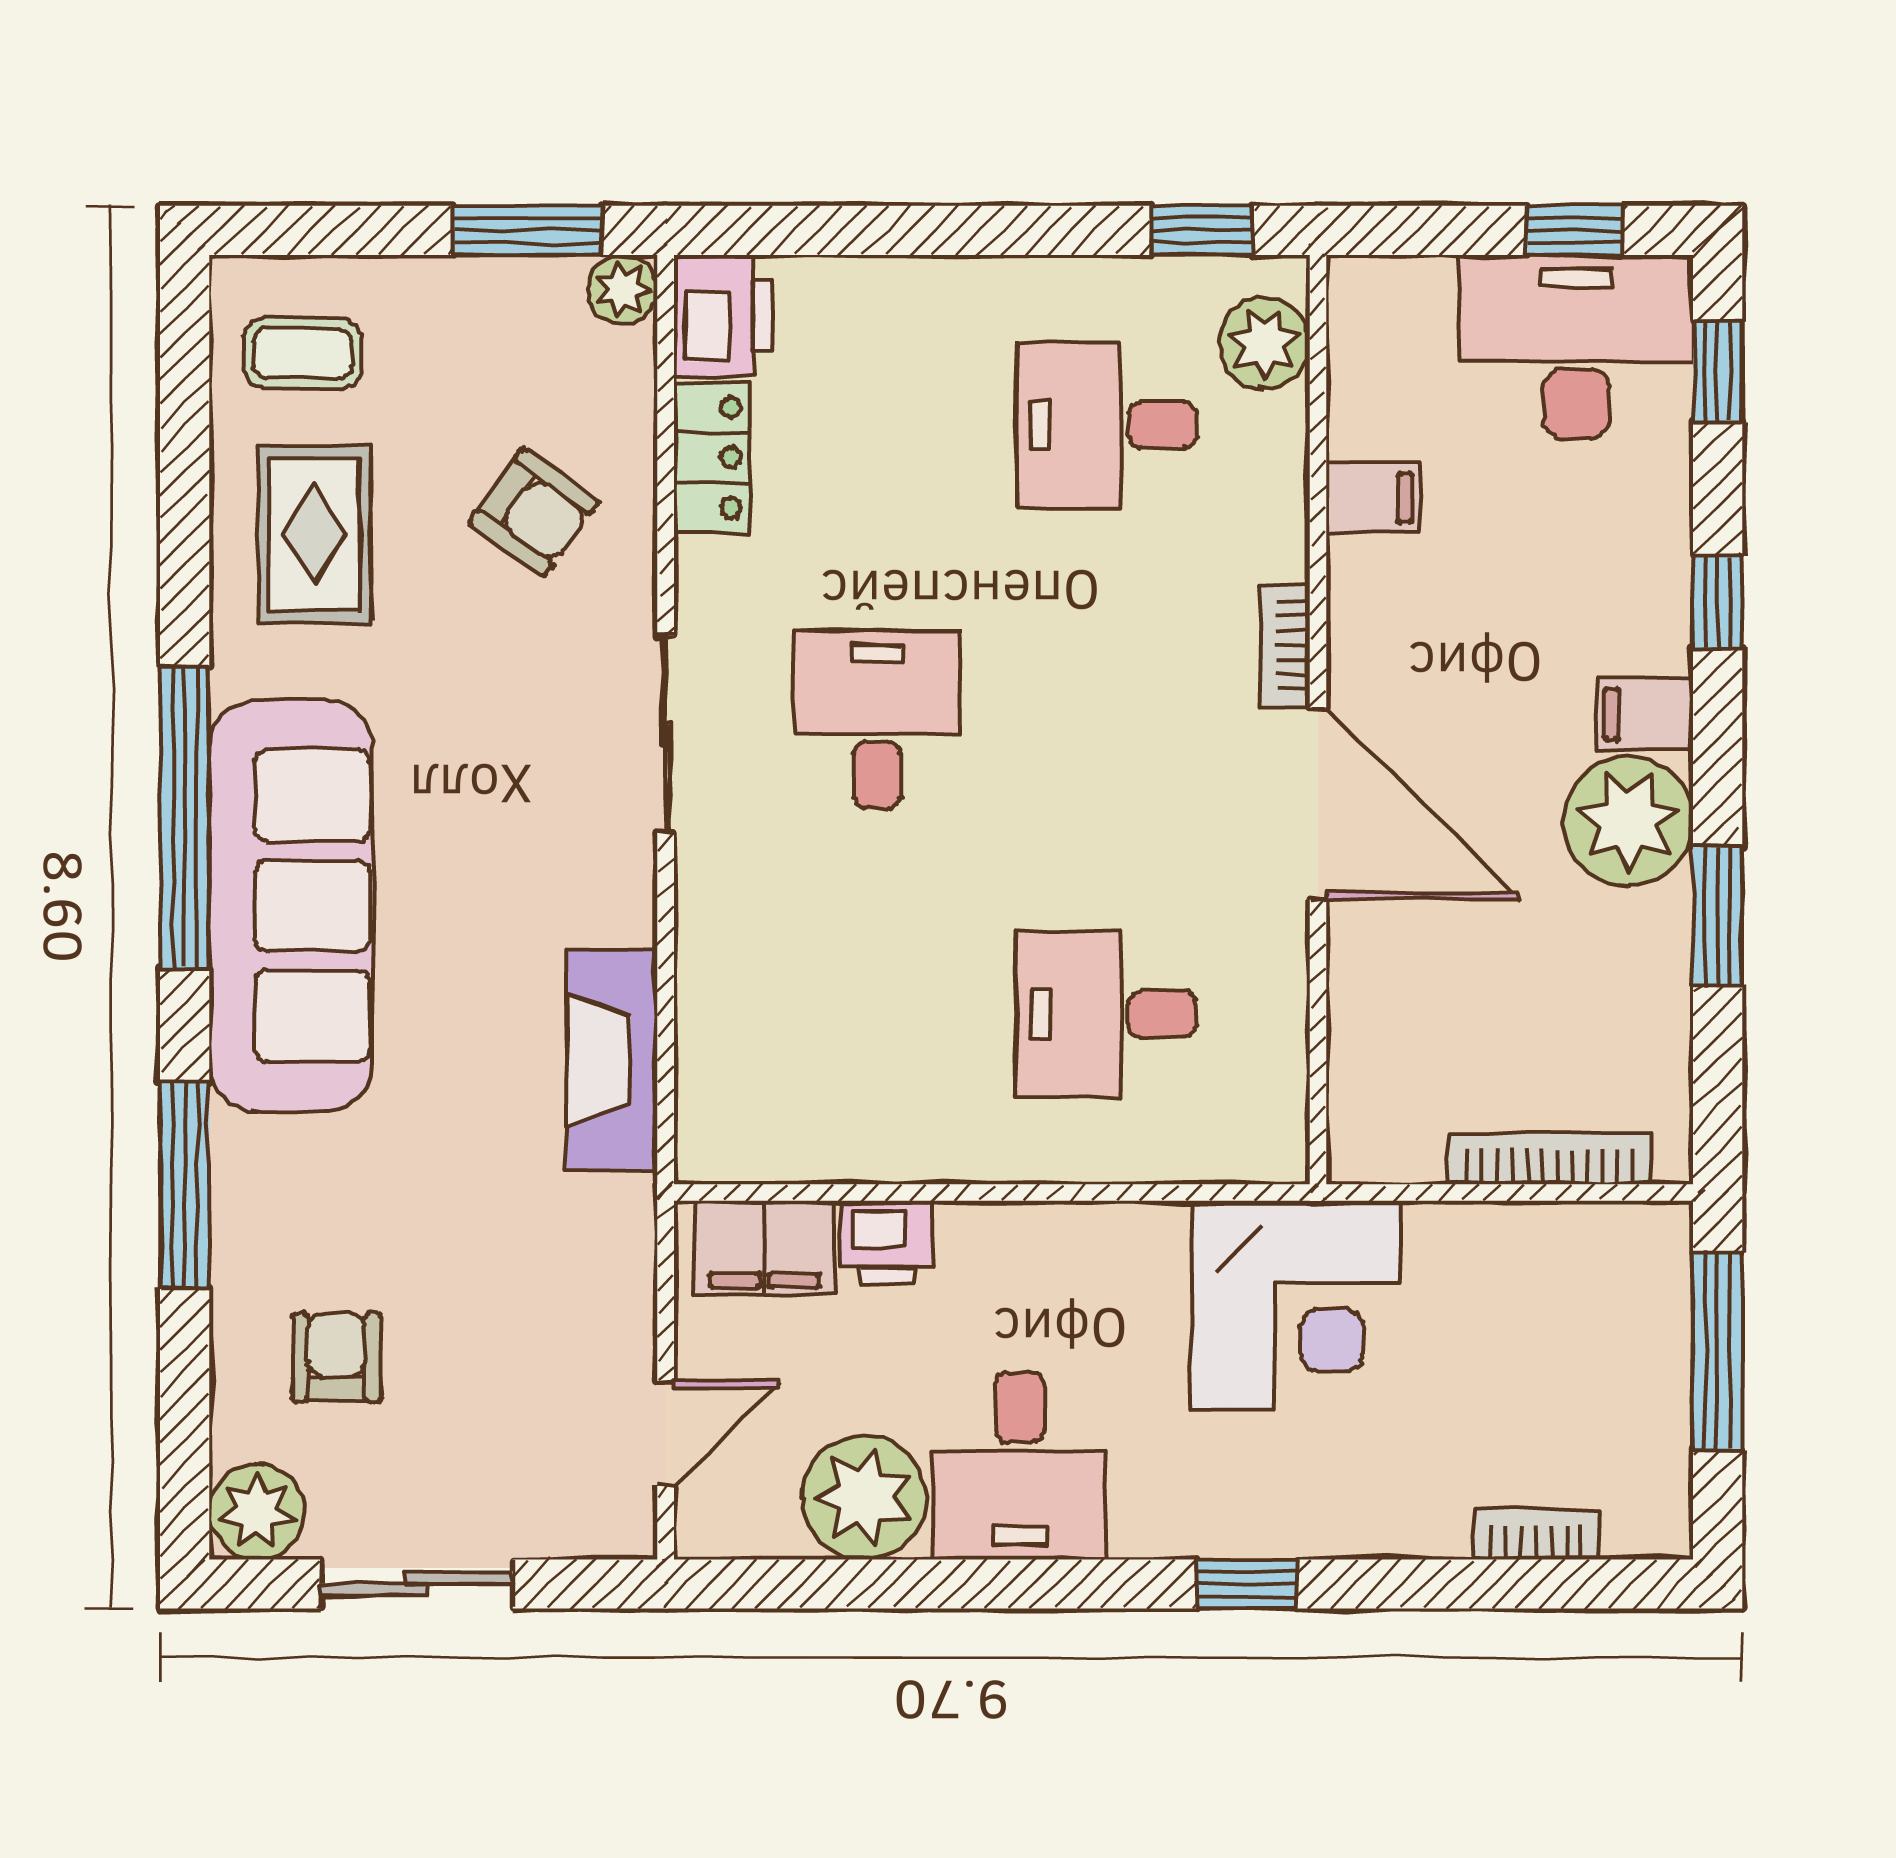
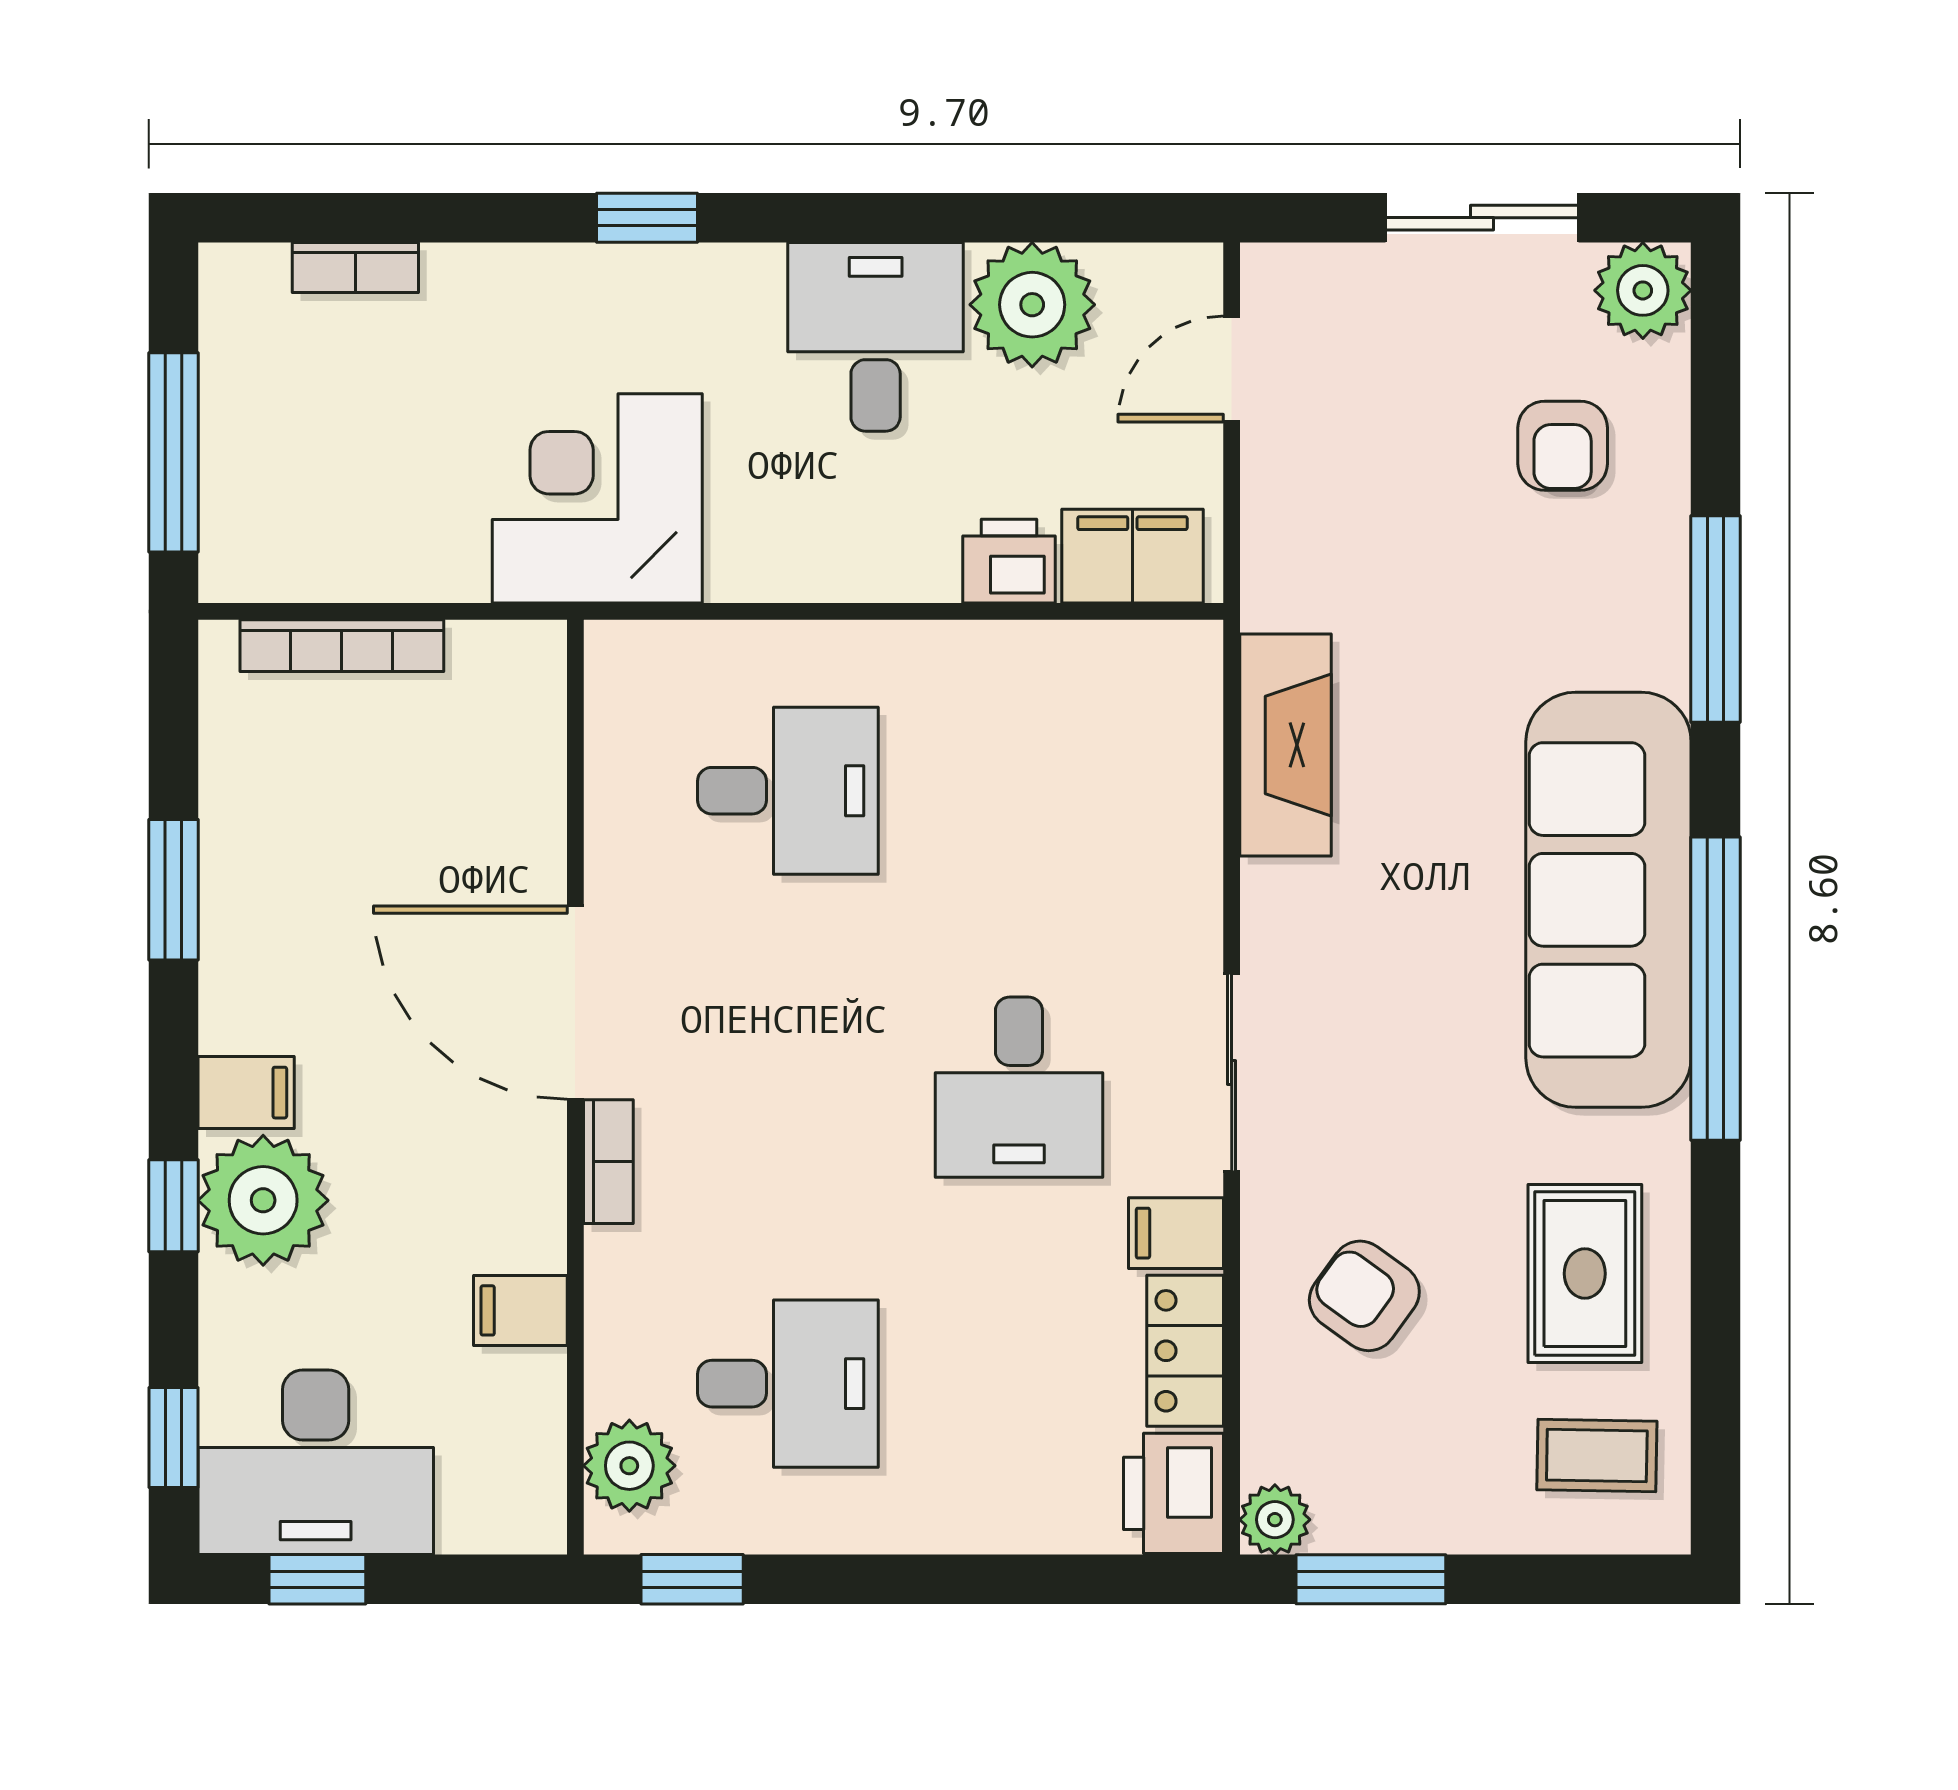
filing cabinet: (721, 575) -> (1176, 1233), added
plant: (1628, 821) -> (263, 1200), moved

